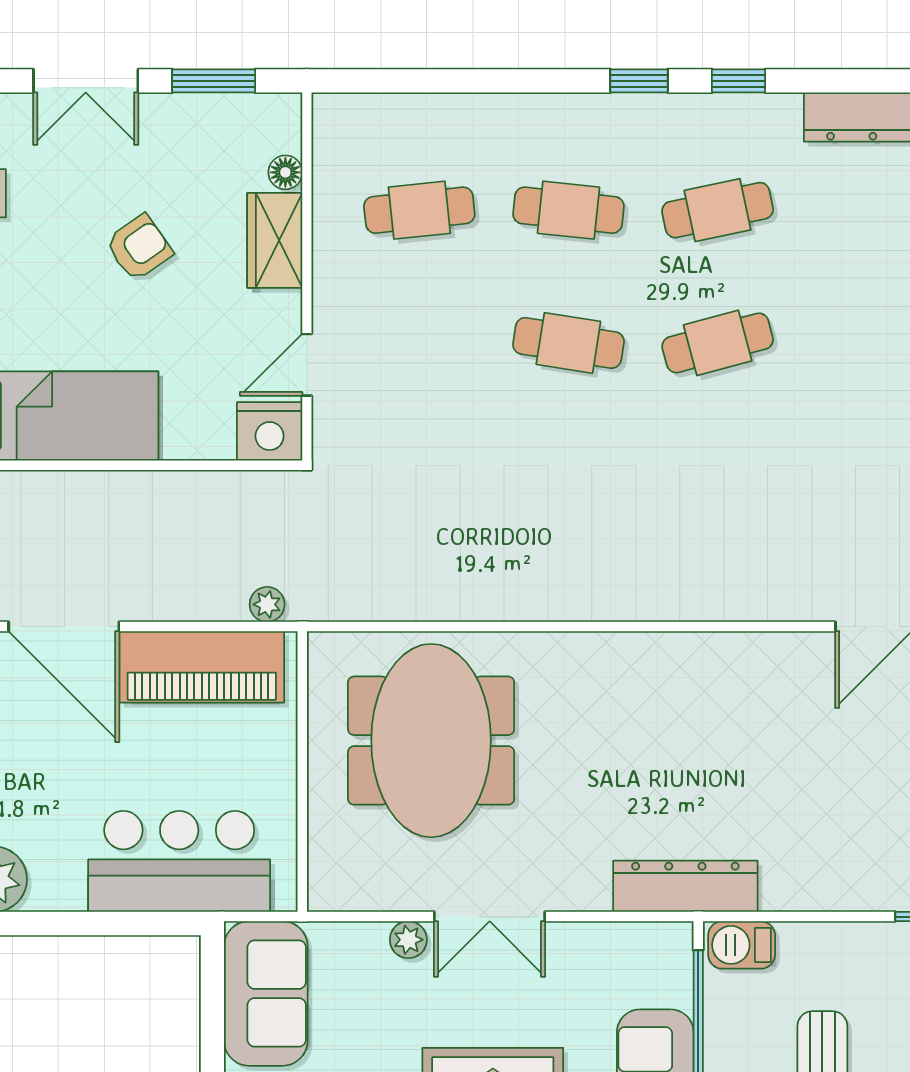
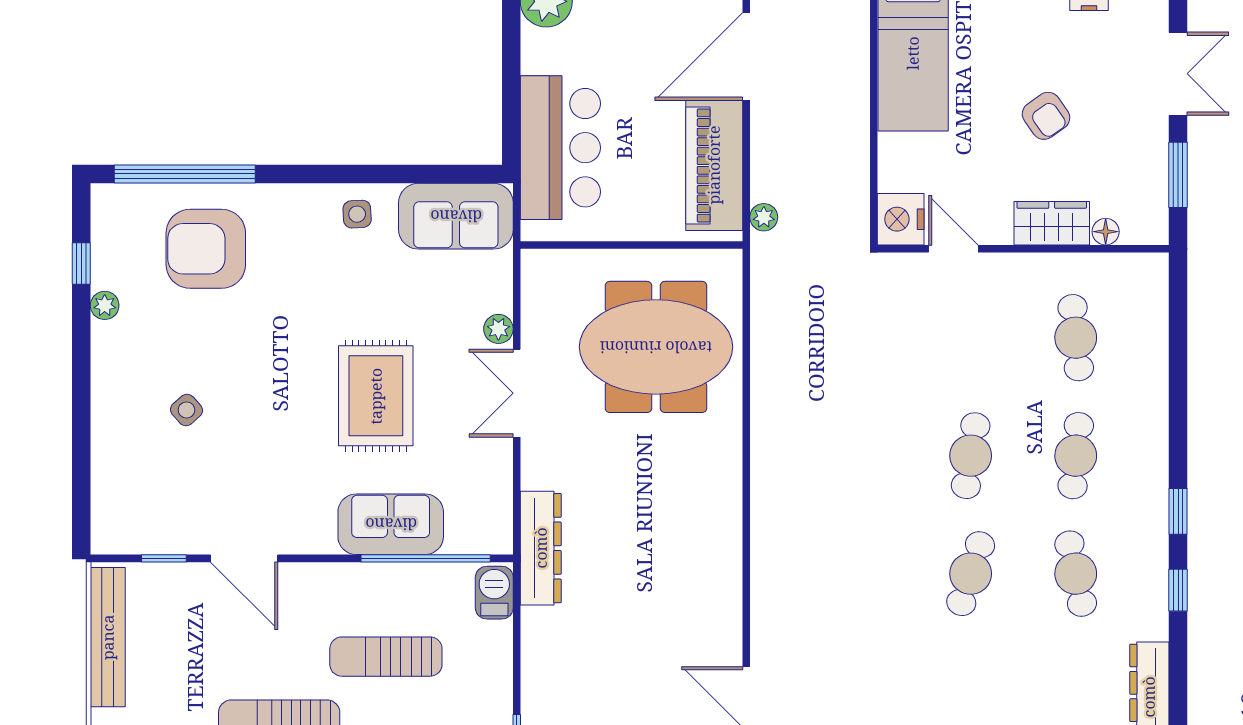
double door: (86, 81) -> (1178, 74), swing flipped
cafe table: (718, 343) -> (971, 574), turned 33

